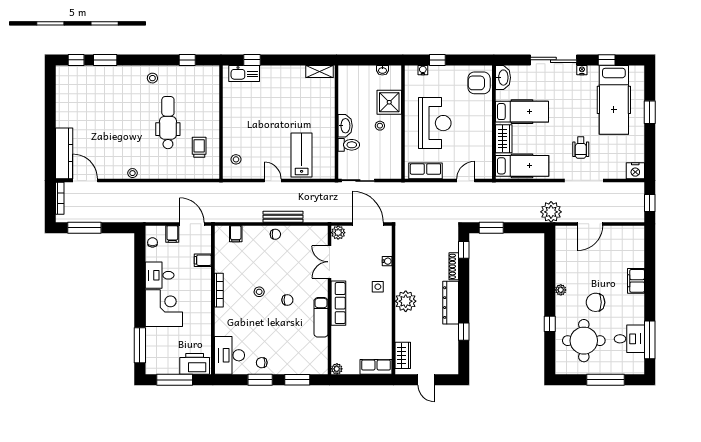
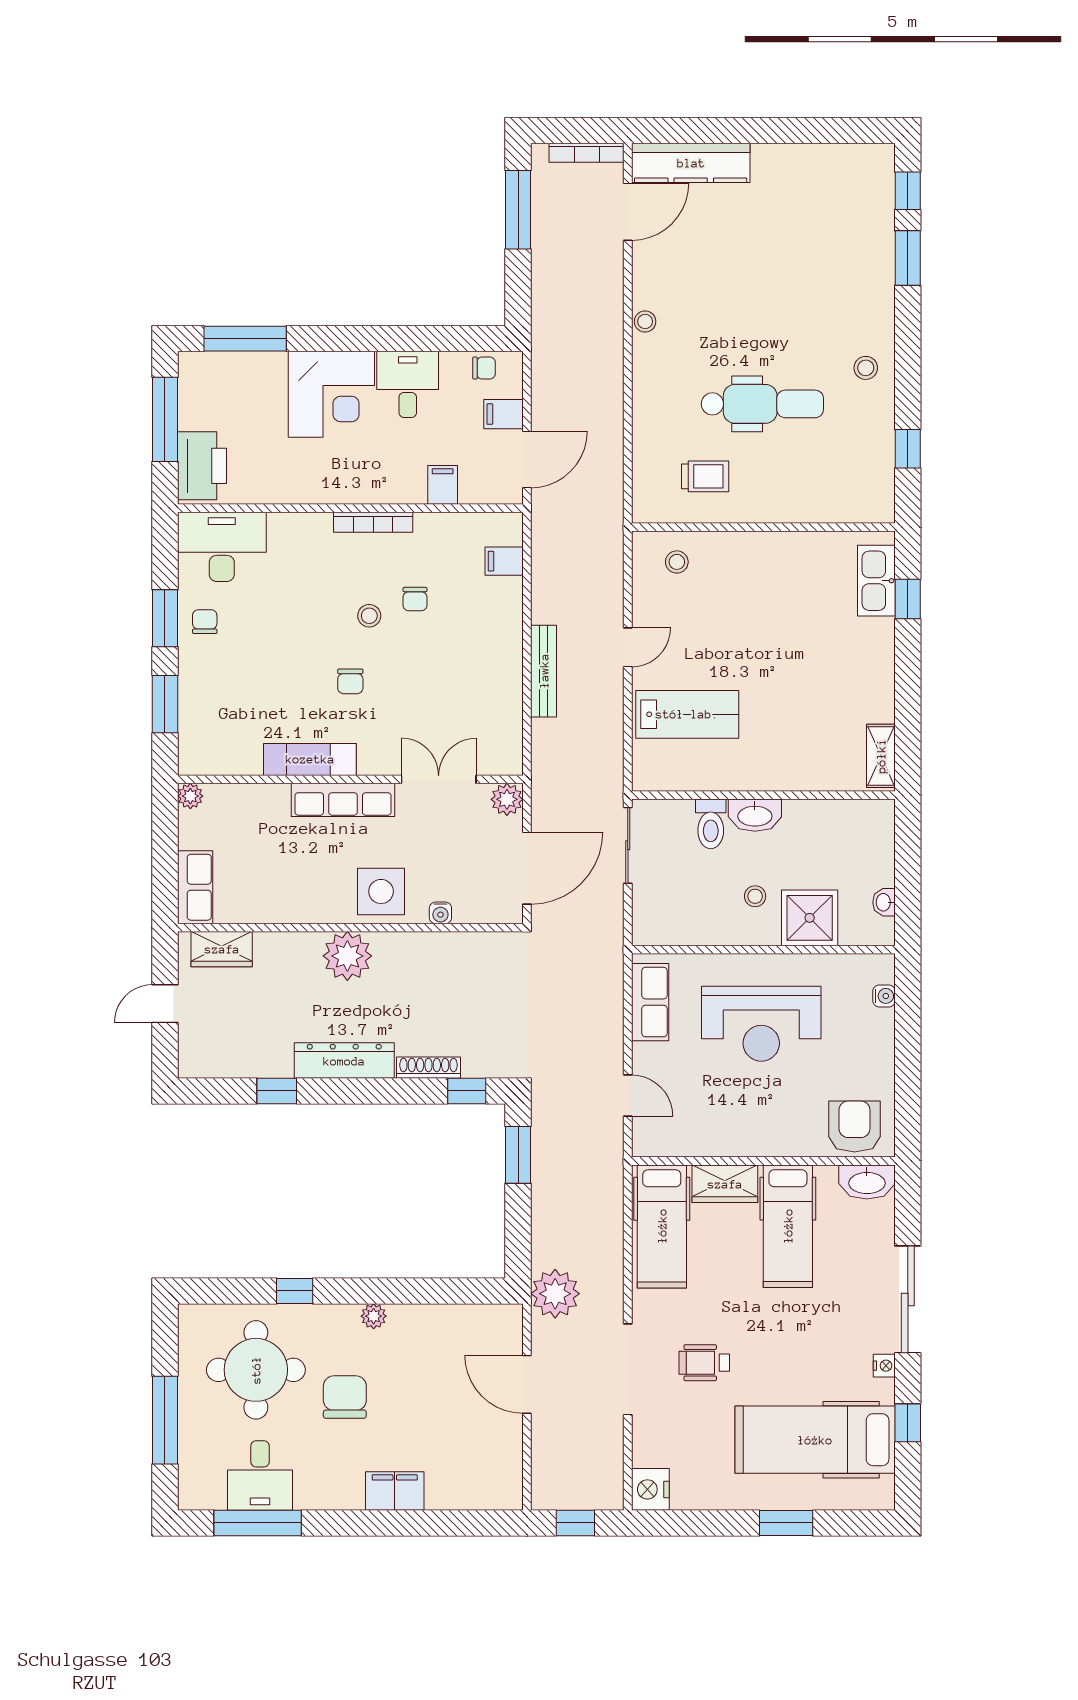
window: (437, 60) -> (908, 1030), removed
chair: (275, 234) -> (415, 599), moved
side table: (378, 287) -> (381, 891), width x1.87, depth x1.87

